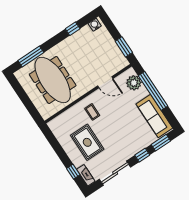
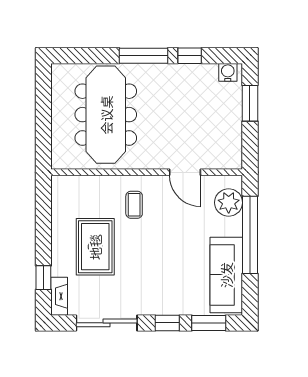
window: (124, 47) -> (250, 103), moved
window: (31, 56) -> (143, 56), moved

